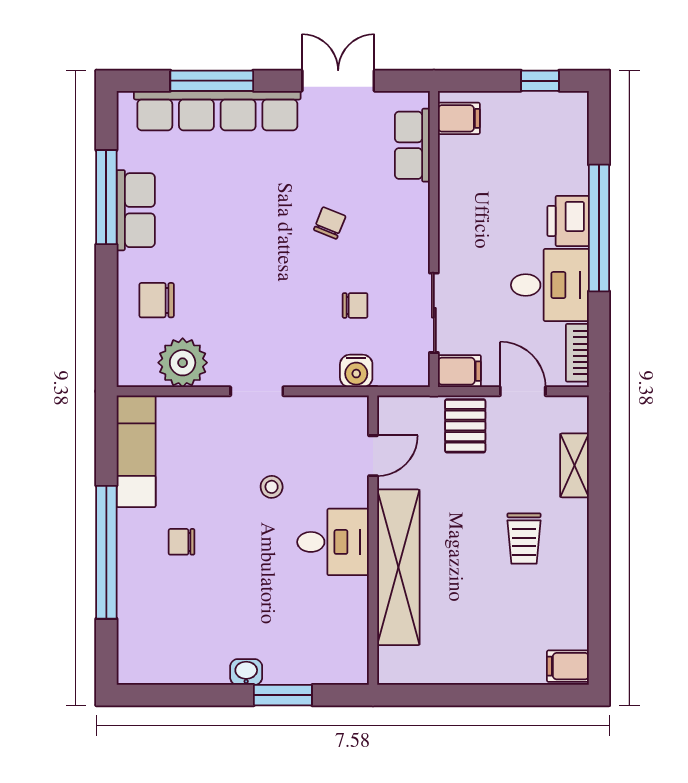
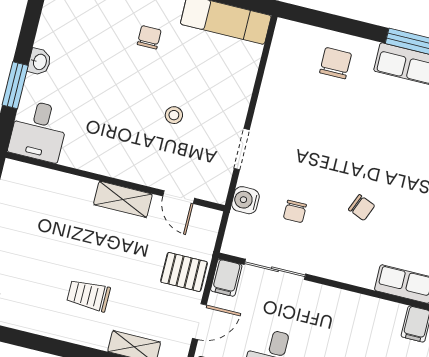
plant: (183, 363) -> (284, 71), removed
doorway: (257, 391) -> (242, 149), moved
desk: (333, 542) -> (39, 131), moved
shelving: (398, 567) -> (123, 199), width x0.45, depth x0.75

